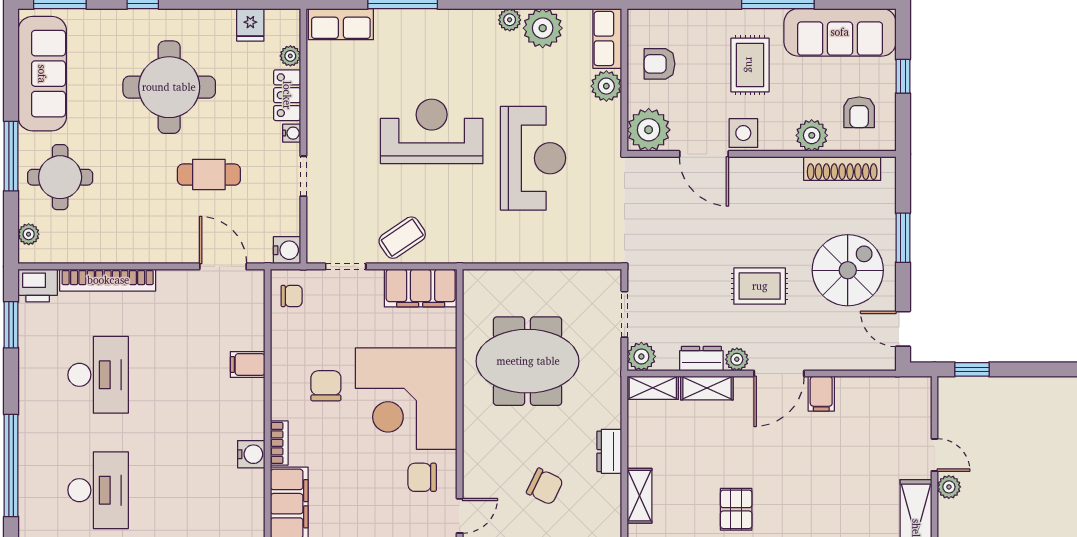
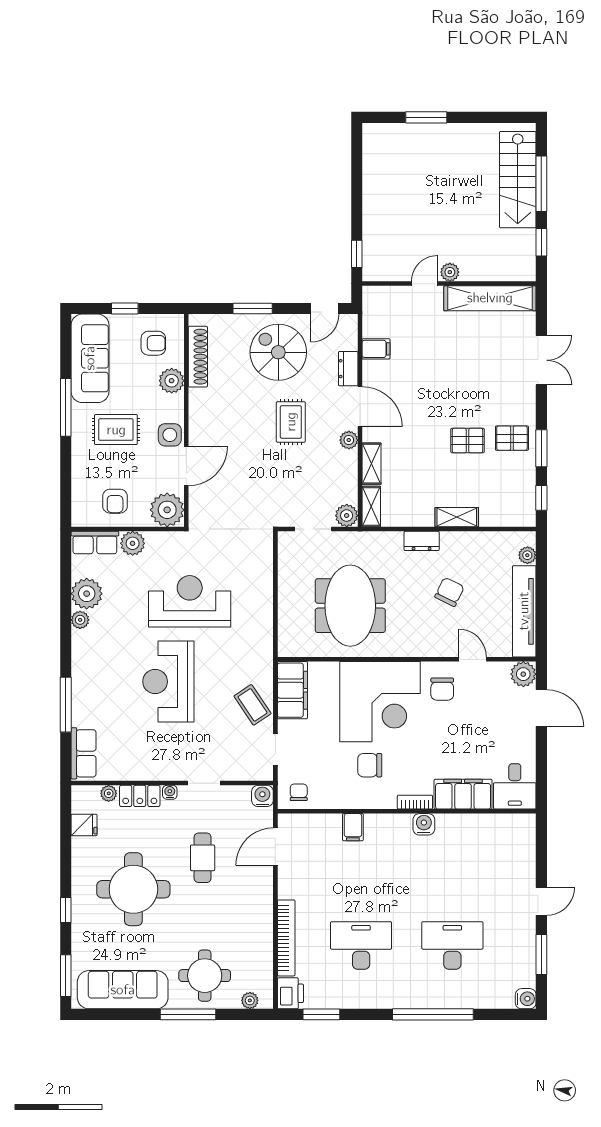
dresser: (701, 359) -> (348, 369), moved
filing cabinet: (821, 394) -> (376, 349), moved

